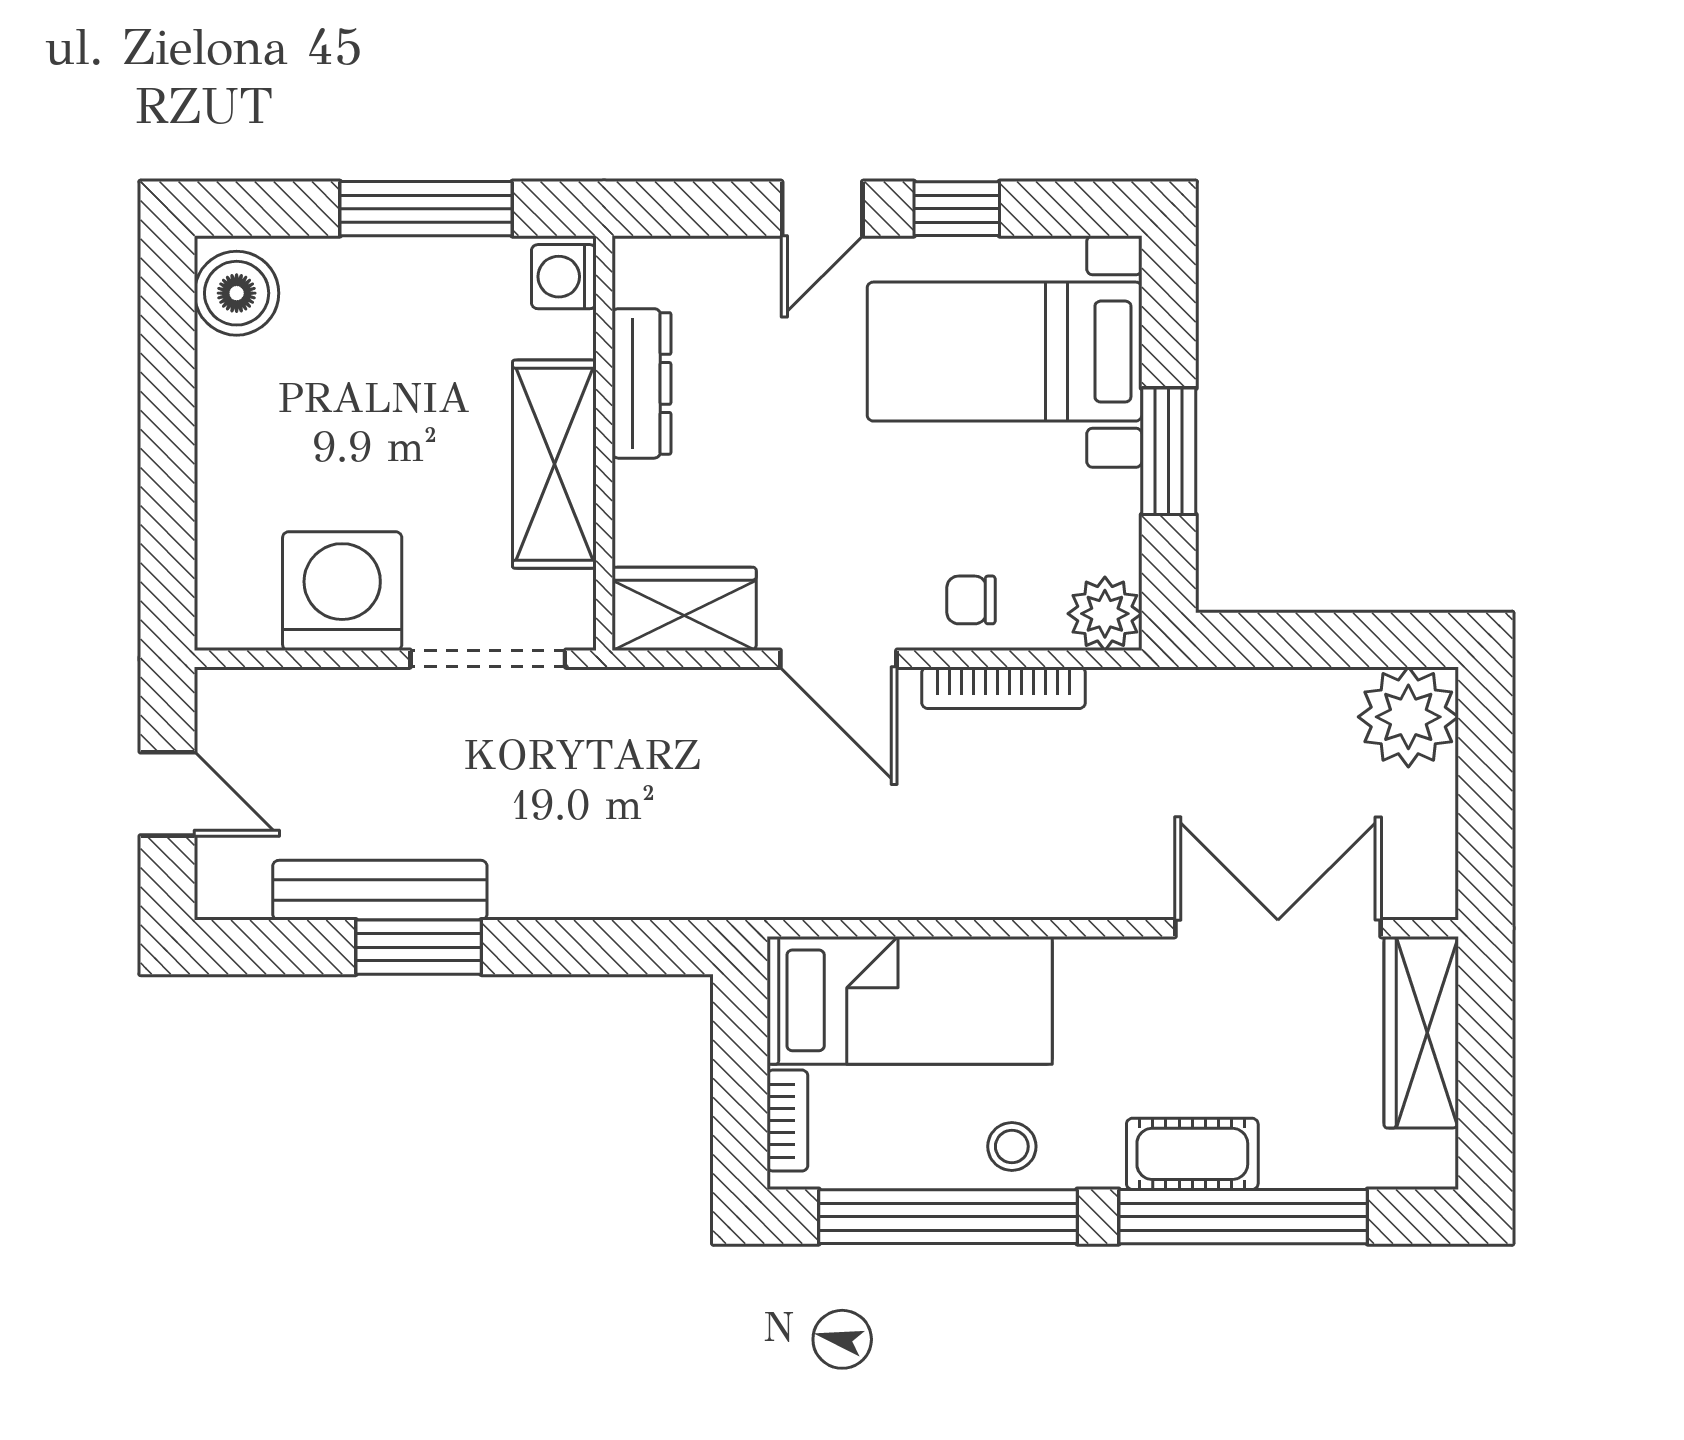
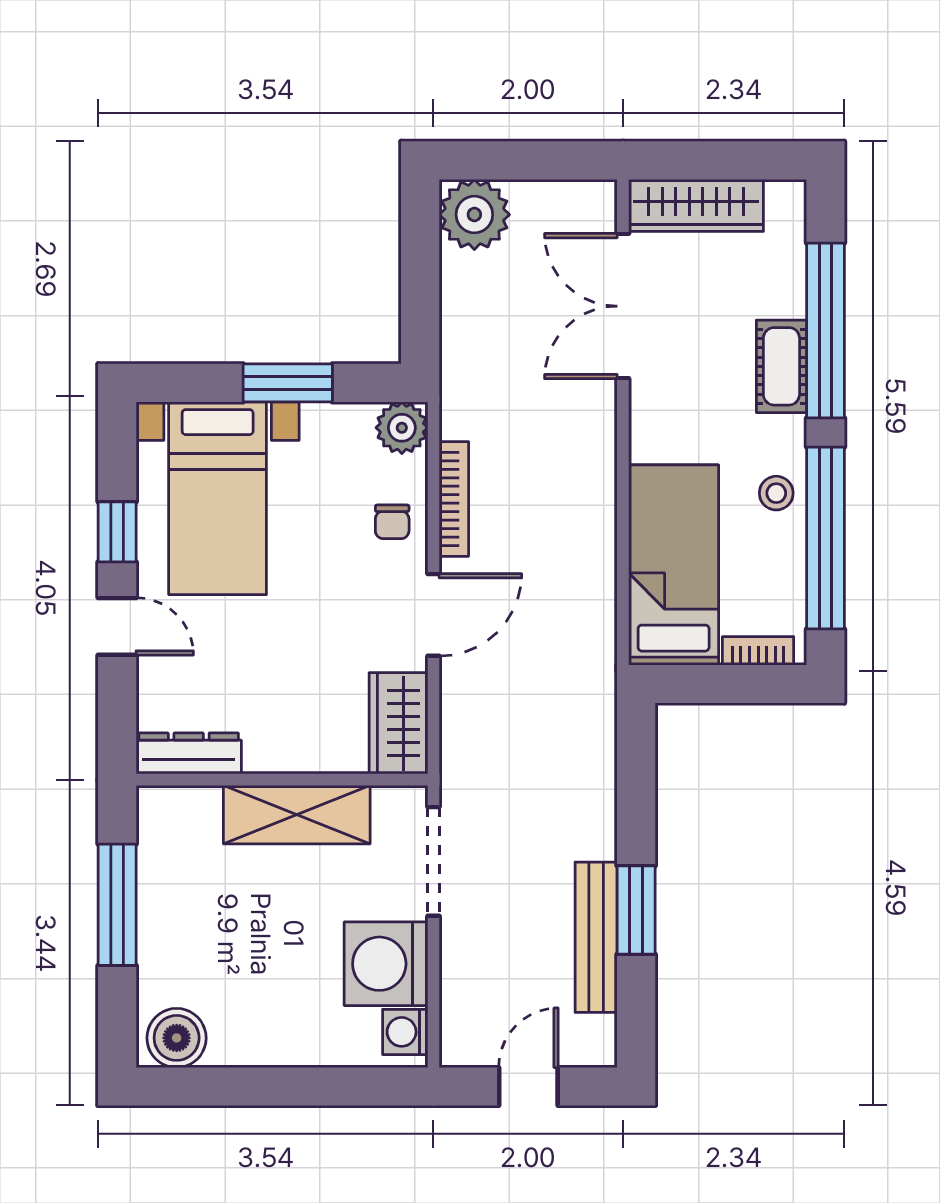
washing machine: (564, 277) -> (405, 1032), moved, turned 90
dresser: (641, 383) -> (189, 753), moved

